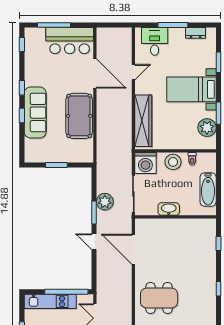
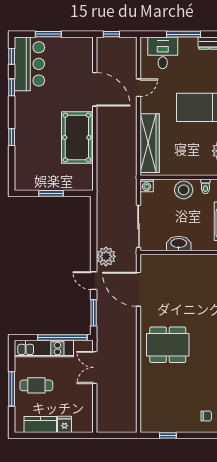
window: (54, 25) -> (48, 34), width x0.69
window: (109, 25) -> (111, 34), added
bar counter: (70, 41) -> (29, 64), moved, turned -90
window: (22, 88) -> (12, 87), moved
sofa: (35, 113) -> (27, 134), removed
washing machine: (145, 163) -> (147, 185), width x0.53, depth x0.53
plant: (105, 202) -> (106, 256), moved
window: (94, 212) -> (94, 313), moved

